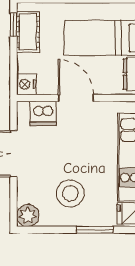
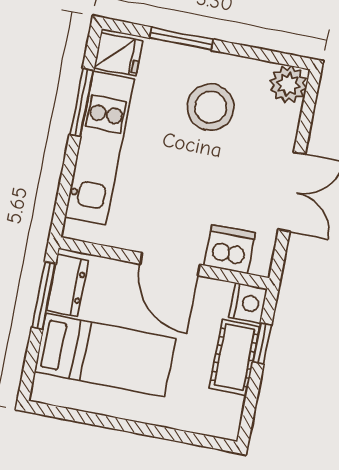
window: (14, 25) -> (262, 344), moved
cot: (28, 32) -> (234, 357), moved

